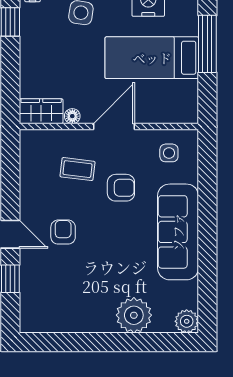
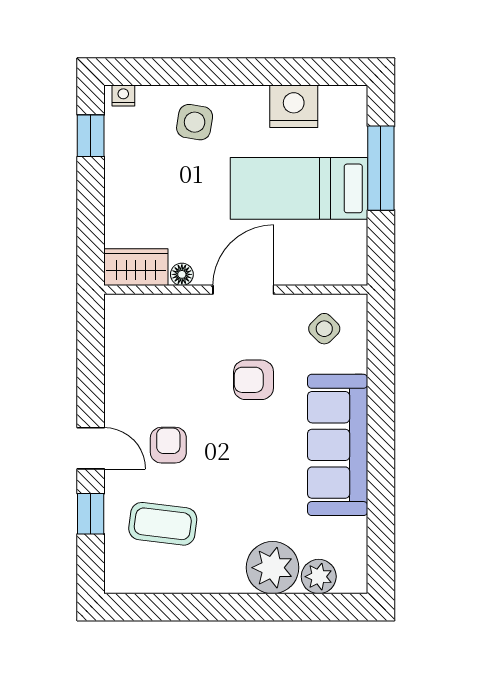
side table: (169, 153) -> (324, 329), turned 45
coffee table: (77, 169) -> (163, 524), moved, width x1.36, depth x1.30
armchair: (121, 188) -> (254, 380), turned 180
plant: (187, 321) -> (319, 577), moved

